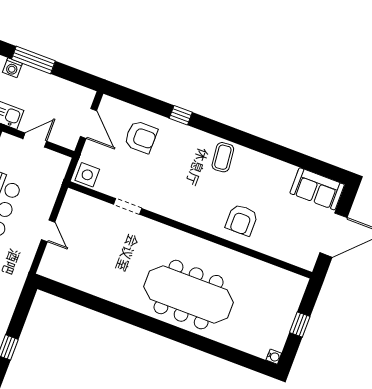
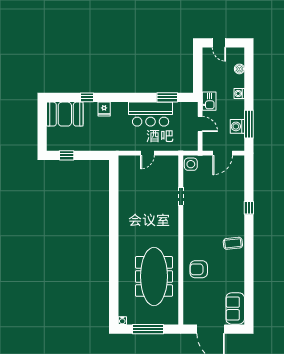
window: (33, 60) -> (249, 124), moved
washing machine: (58, 88) -> (237, 126), added
armchair: (141, 137) -> (226, 188), removed
meeting table: (189, 295) -> (154, 276), moved
window: (300, 325) -> (148, 329), width x2.17

